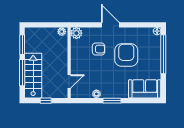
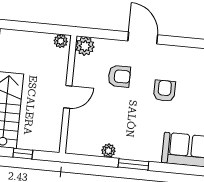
armchair: (126, 55) -> (165, 91), width x0.53, depth x0.53
door: (69, 81) -> (68, 97), moved

